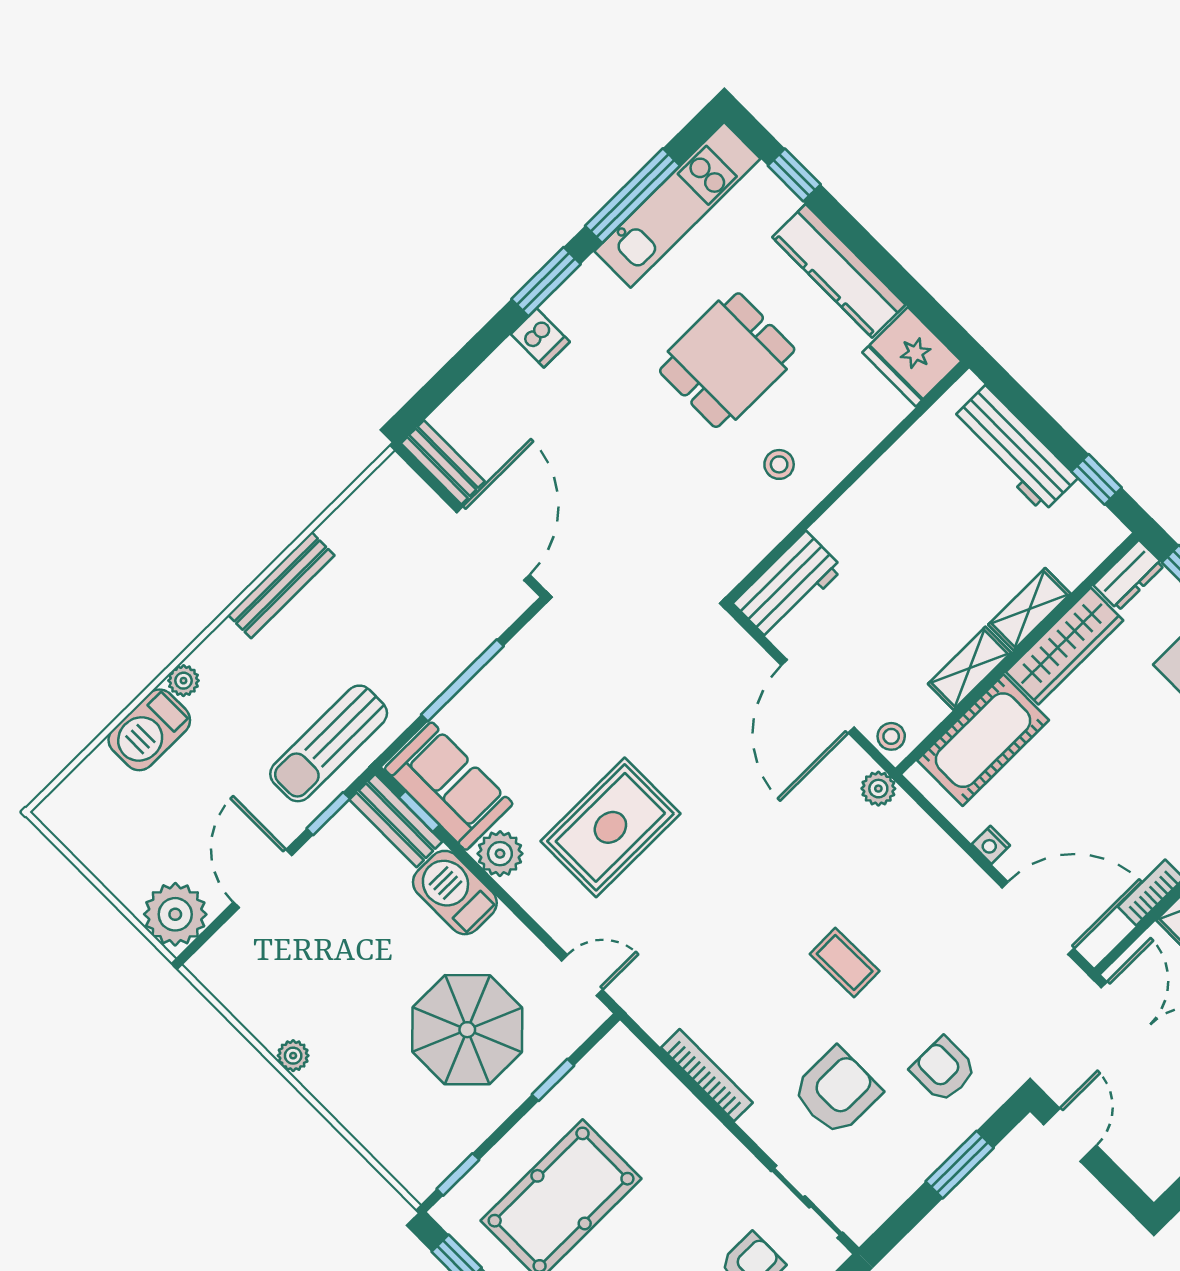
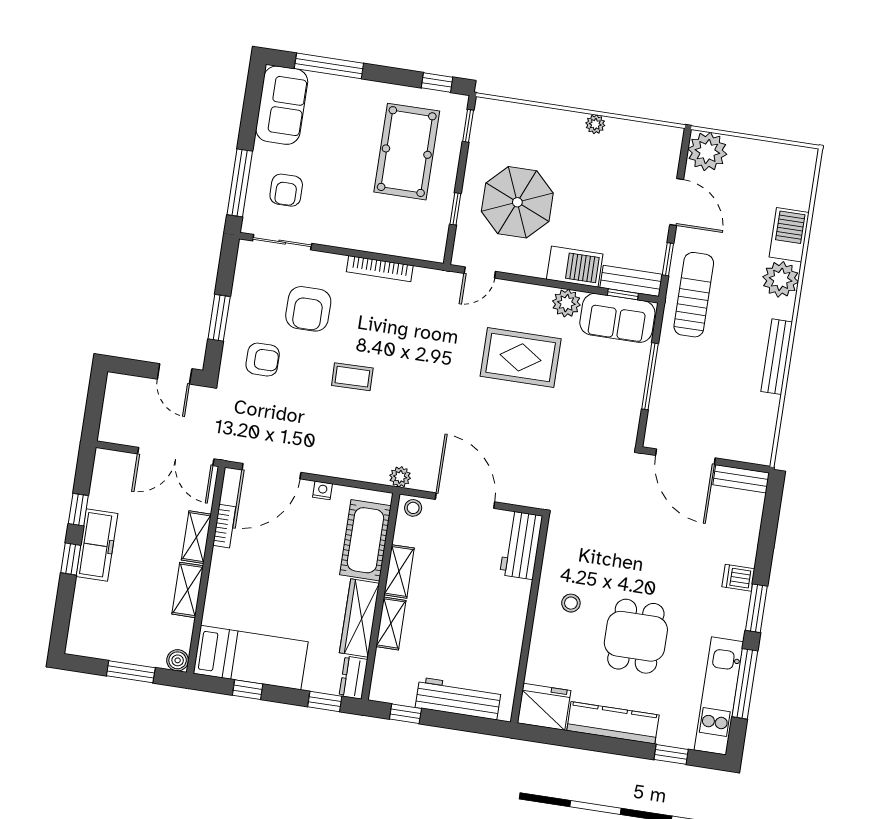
plant: (183, 681) -> (781, 279), width x1.87, depth x1.87
rug: (610, 827) -> (521, 357), turned 90

